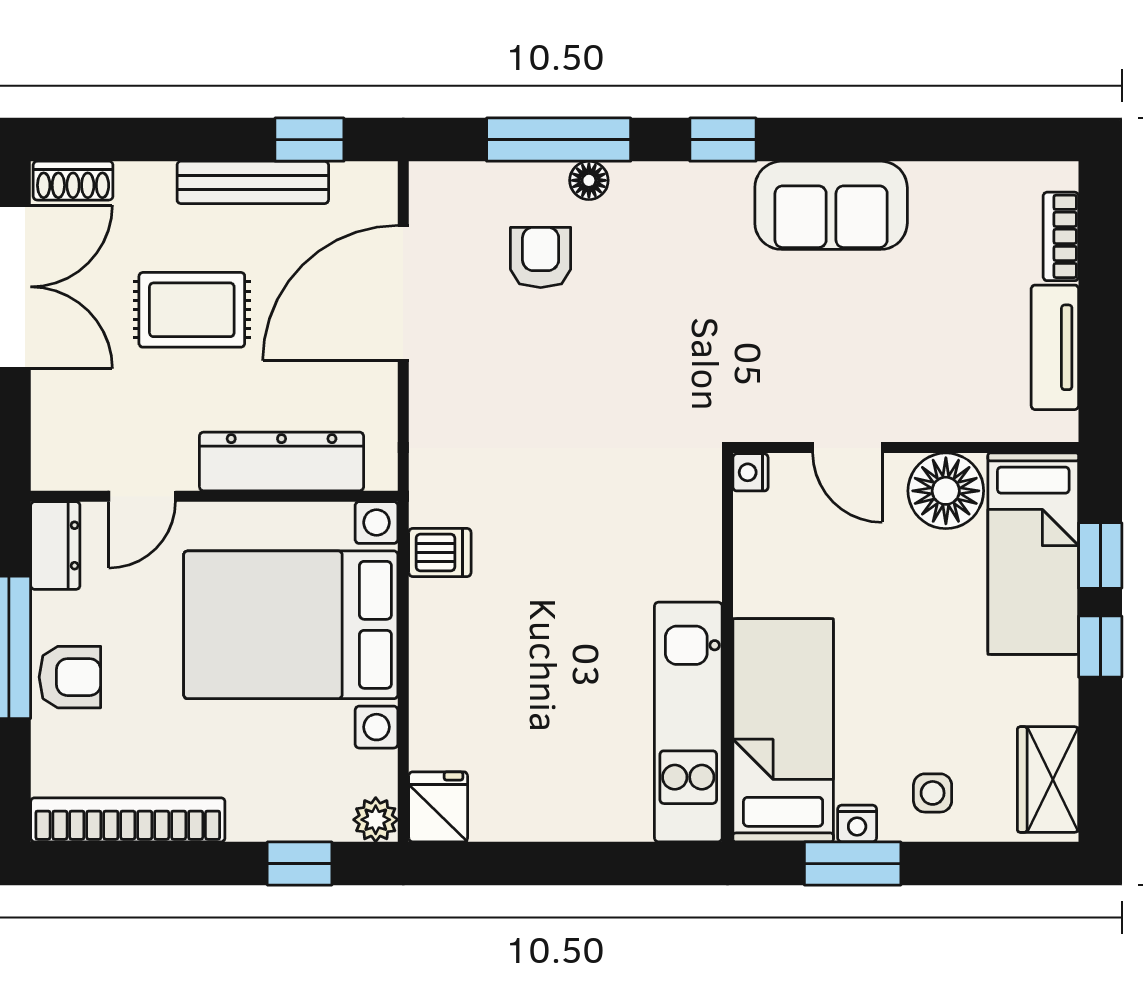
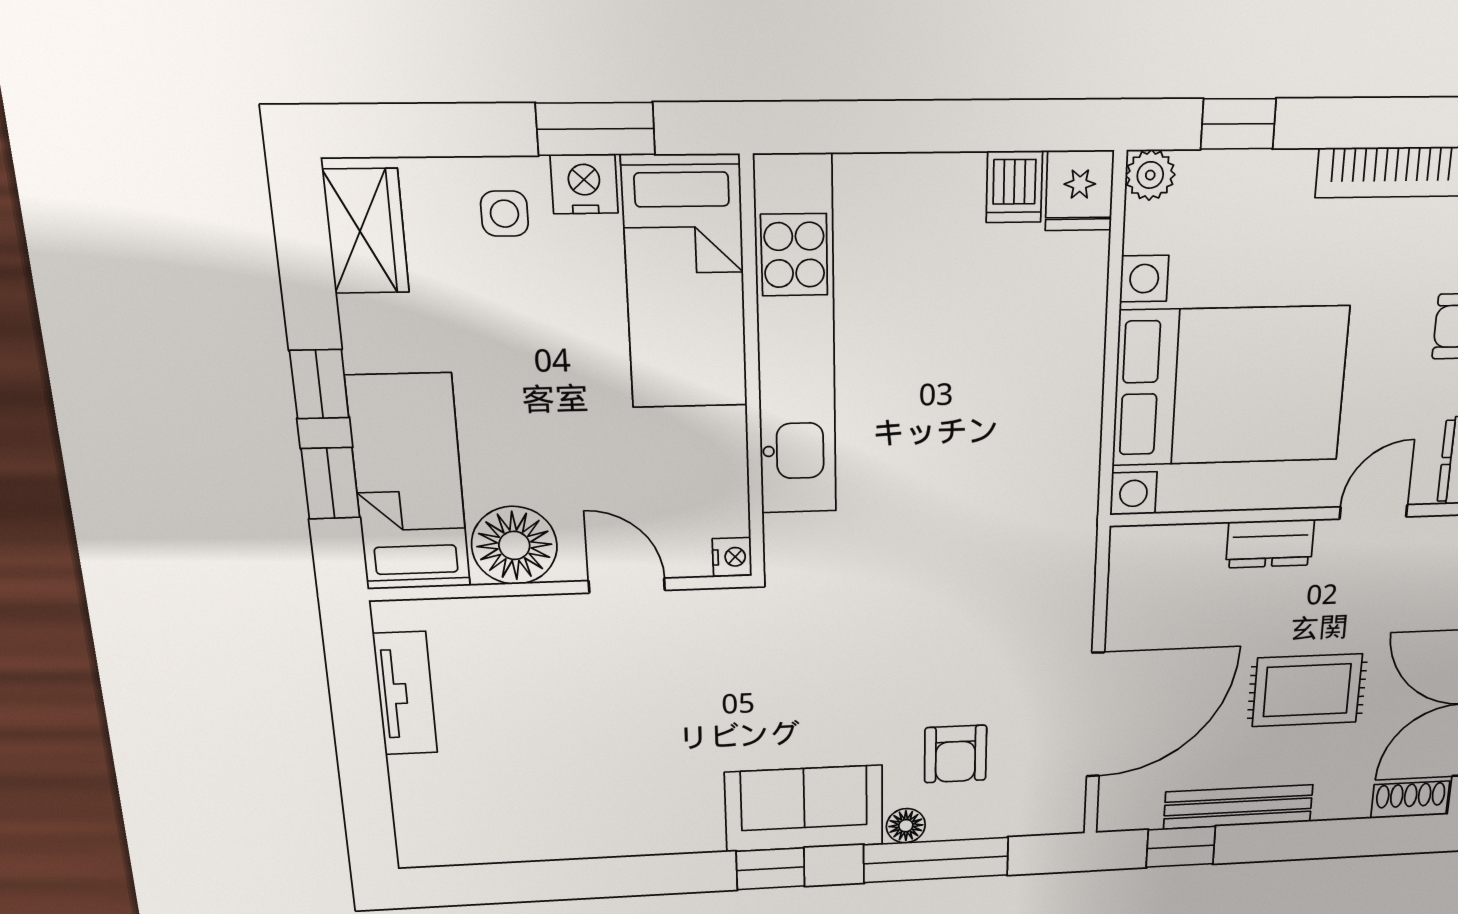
sofa: (831, 205) -> (804, 809), moved
bookcase: (1061, 236) -> (410, 799), removed
dresser: (282, 461) -> (1270, 544), width x0.51, depth x0.80
dishwasher: (440, 553) -> (1014, 187), moved, turned -90
kitchen unit: (688, 722) -> (796, 339), width x1.36
nightstand: (857, 824) -> (584, 184), width x1.39, depth x1.35

